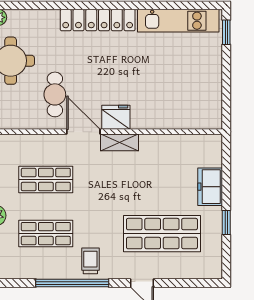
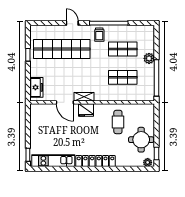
door: (83, 132) -> (65, 102), moved
freezer: (210, 187) -> (36, 87), moved
shop shelf: (162, 234) -> (62, 49), width x1.40

